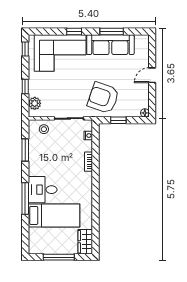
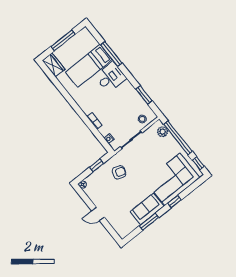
sofa: (110, 45) -> (147, 209), width x0.73
door: (152, 75) -> (98, 214), swing flipped
window: (25, 87) -> (178, 138), width x3.17
armchair: (103, 98) -> (119, 172), width x0.53, depth x0.53
window: (25, 199) -> (111, 54), moved

